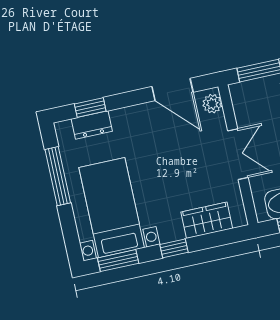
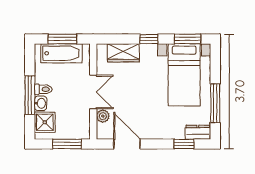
plant: (212, 104) -> (103, 116), moved
dresser: (92, 125) -> (198, 132), moved
double door: (238, 154) -> (93, 92), swing flipped

